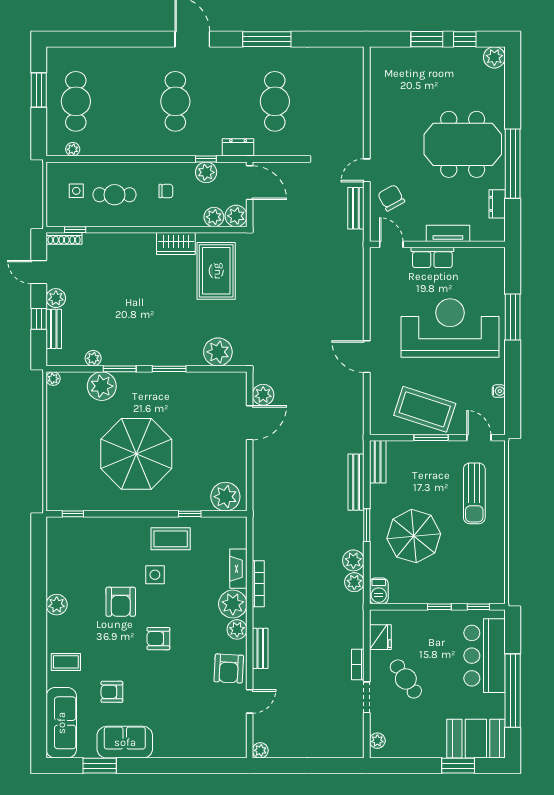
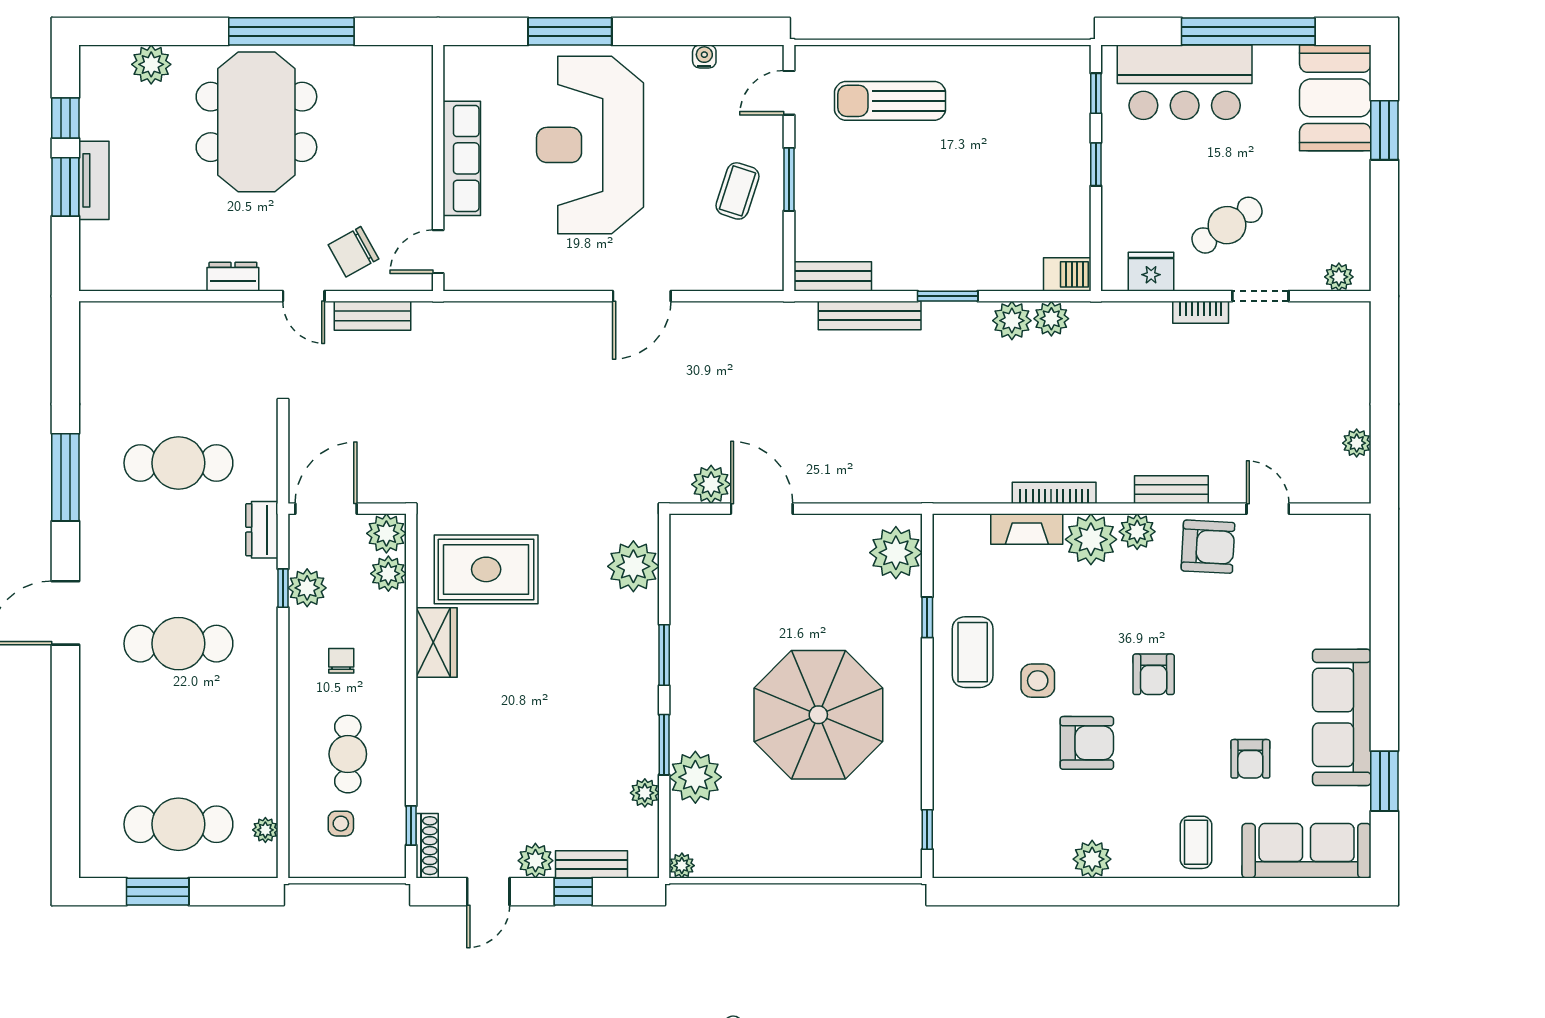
plant: (494, 57) -> (151, 64), moved
dresser: (497, 204) -> (233, 277), moved, turned 180
tv unit: (448, 233) -> (94, 180), moved, turned 180
row of seats: (432, 257) -> (462, 158), width x1.48
coffee table: (425, 409) -> (738, 191), width x0.54, depth x0.58
sun lounger: (474, 493) -> (890, 101), turned 180
parasol: (414, 536) -> (968, 211), removed
sofa: (125, 742) -> (1342, 717), width x1.36
plant: (260, 750) -> (1357, 443), moved

